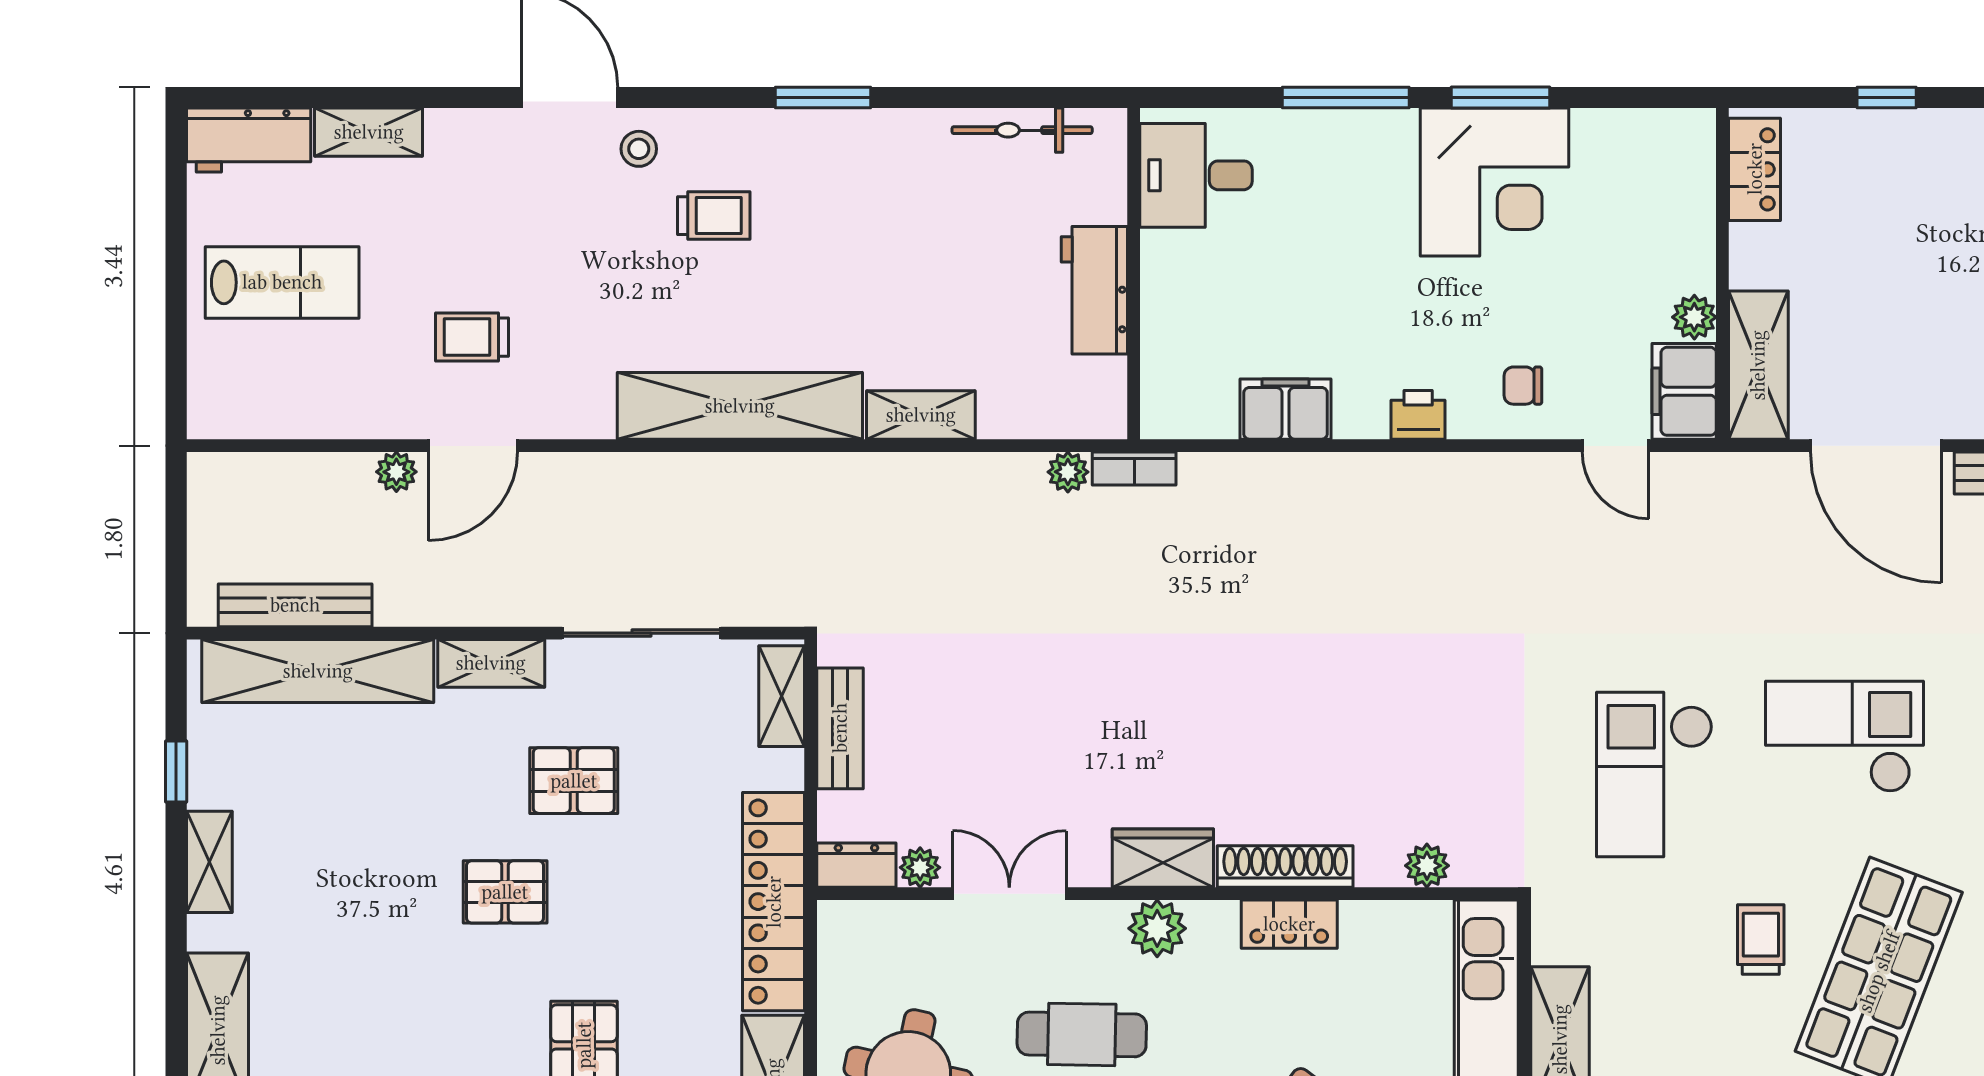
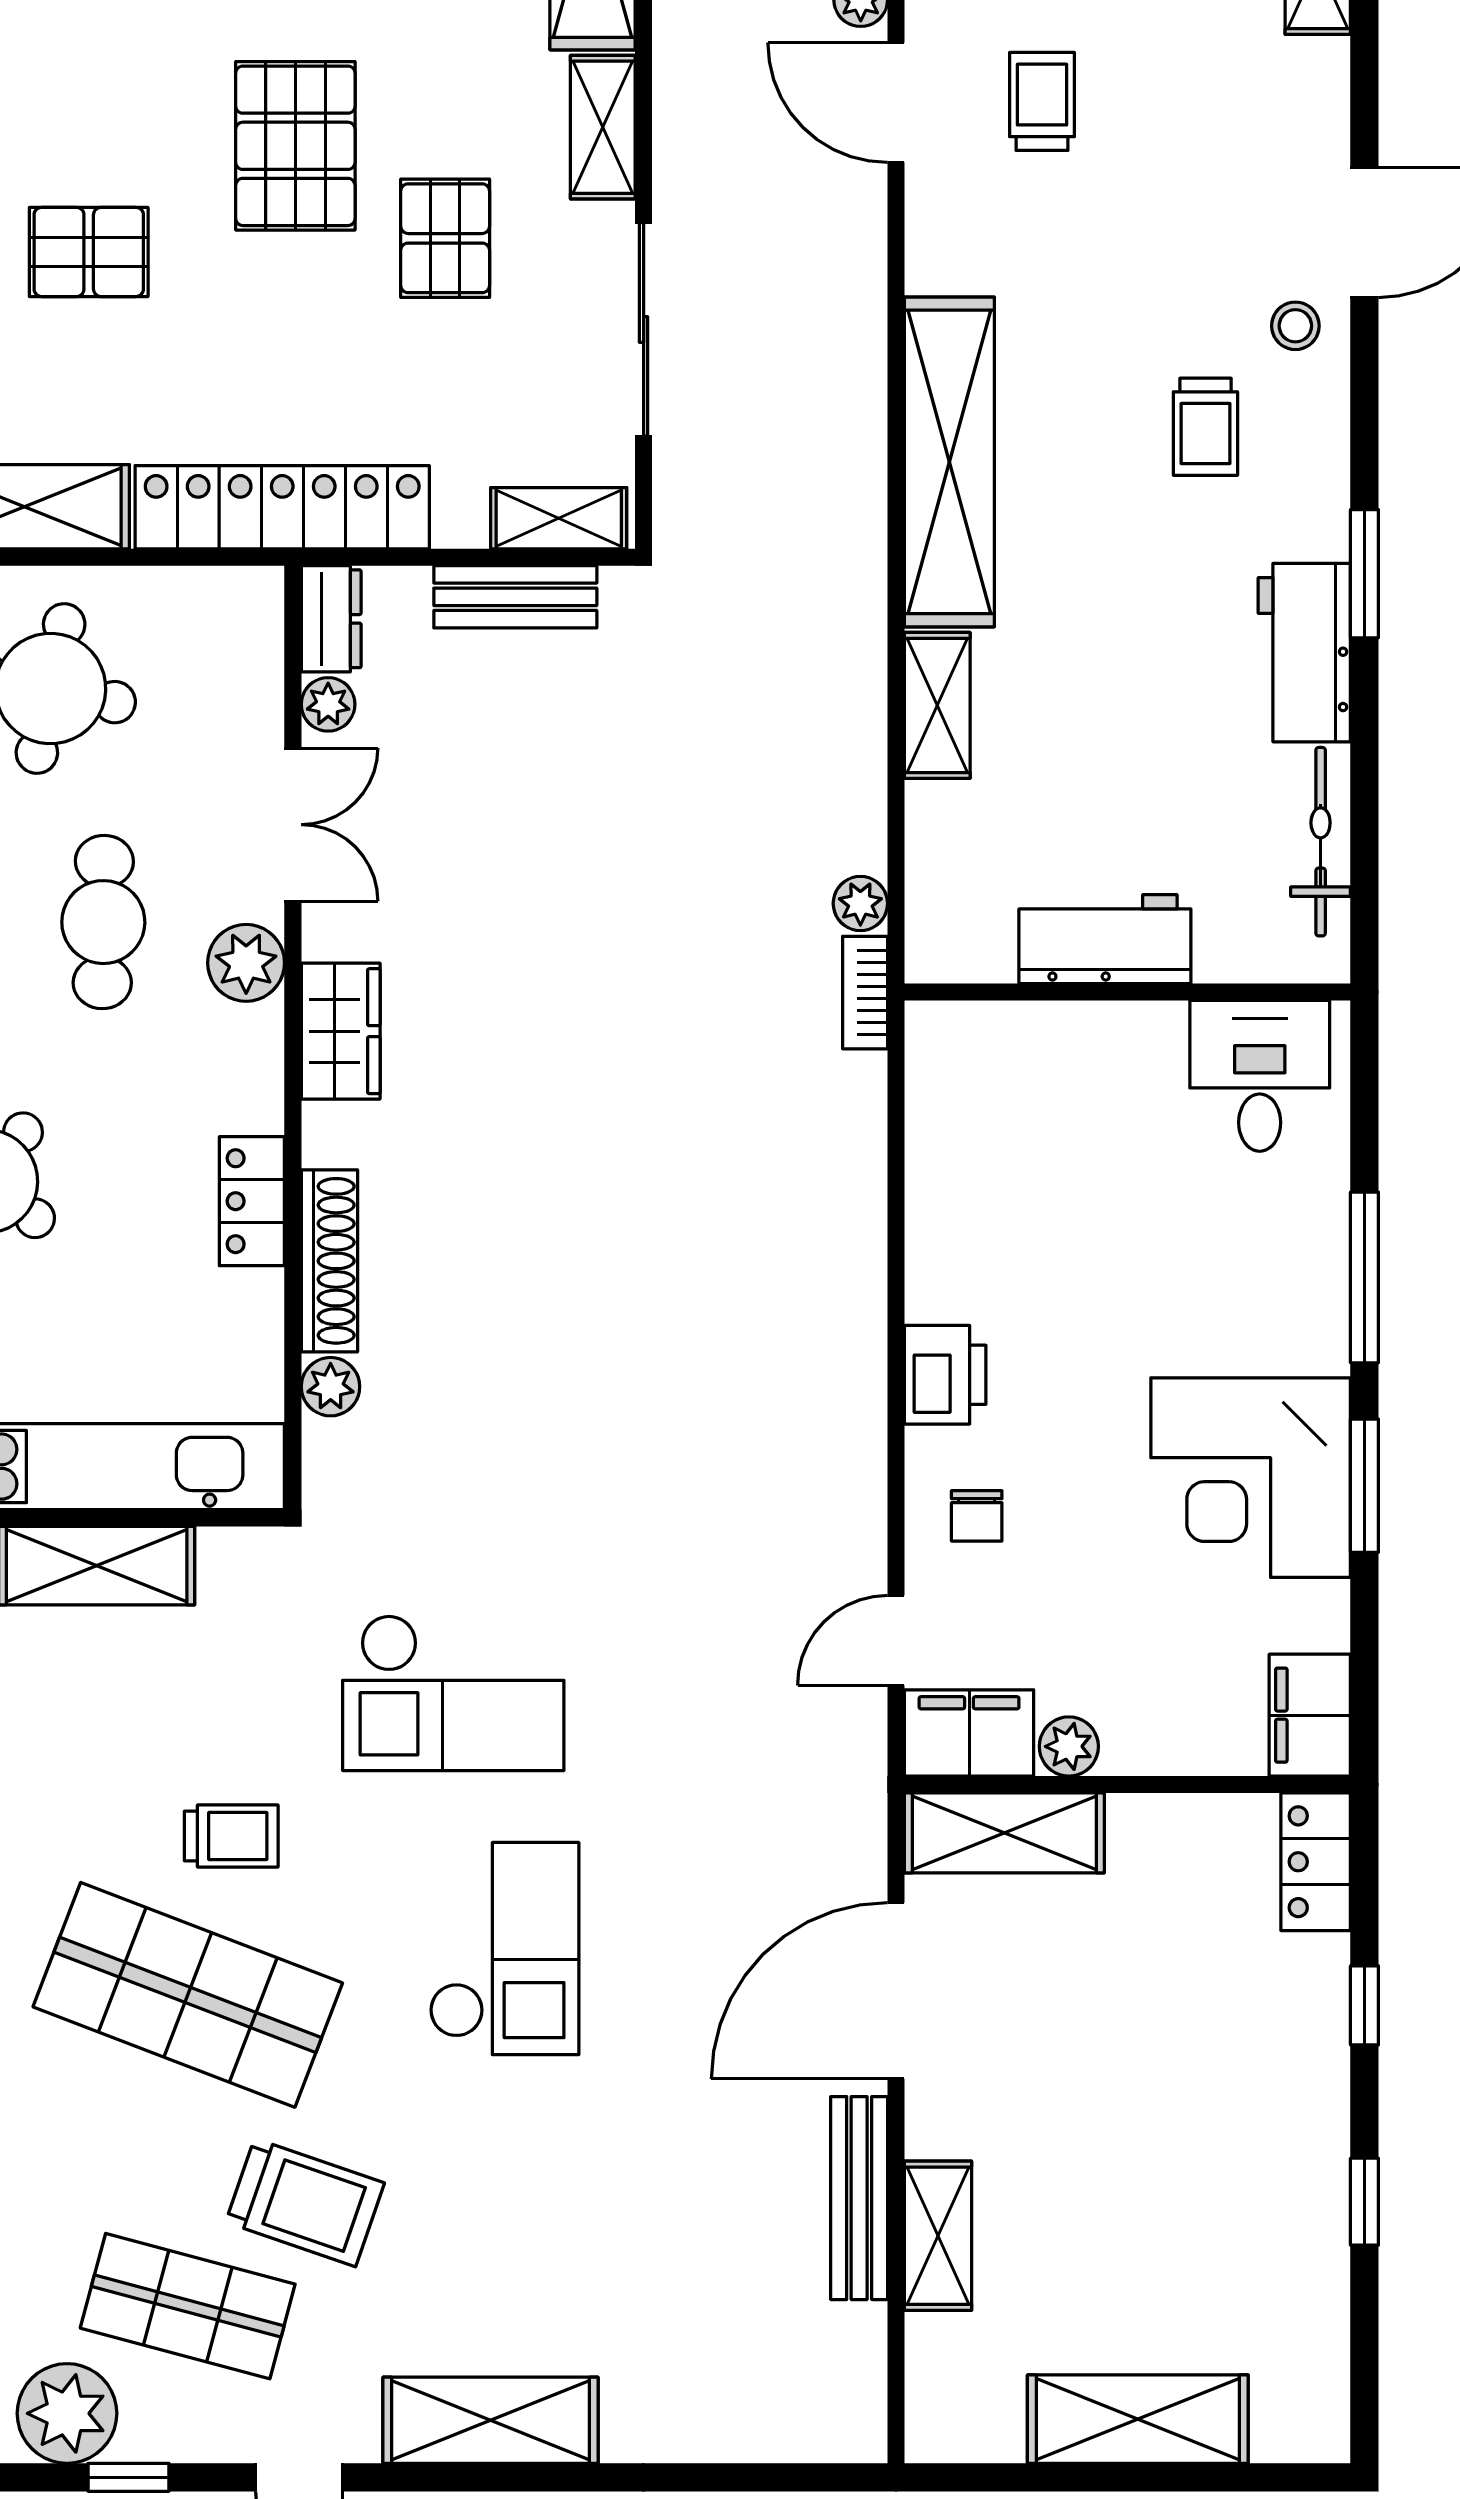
workbench: (882, 142) -> (1304, 653), added
locker: (1755, 169) -> (1316, 1862), moved, turned 90
chair: (1523, 386) -> (977, 1516), turned 180
filing cabinet: (1285, 409) -> (1310, 1715), moved, turned 180
printer: (1418, 415) -> (945, 1375), width x1.36, depth x1.24
checkout: (1654, 774) -> (453, 1693), turned 180
shoe rack: (1285, 866) -> (329, 1261), moved
pallet: (505, 892) -> (295, 146), width x1.50, depth x1.42
plant: (1157, 928) -> (246, 963), moved

